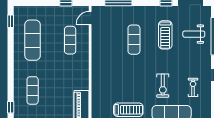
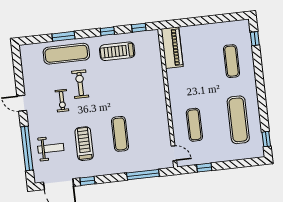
door: (90, 18) -> (174, 153), hinge flipped
exercise bike: (193, 87) -> (62, 101), moved

